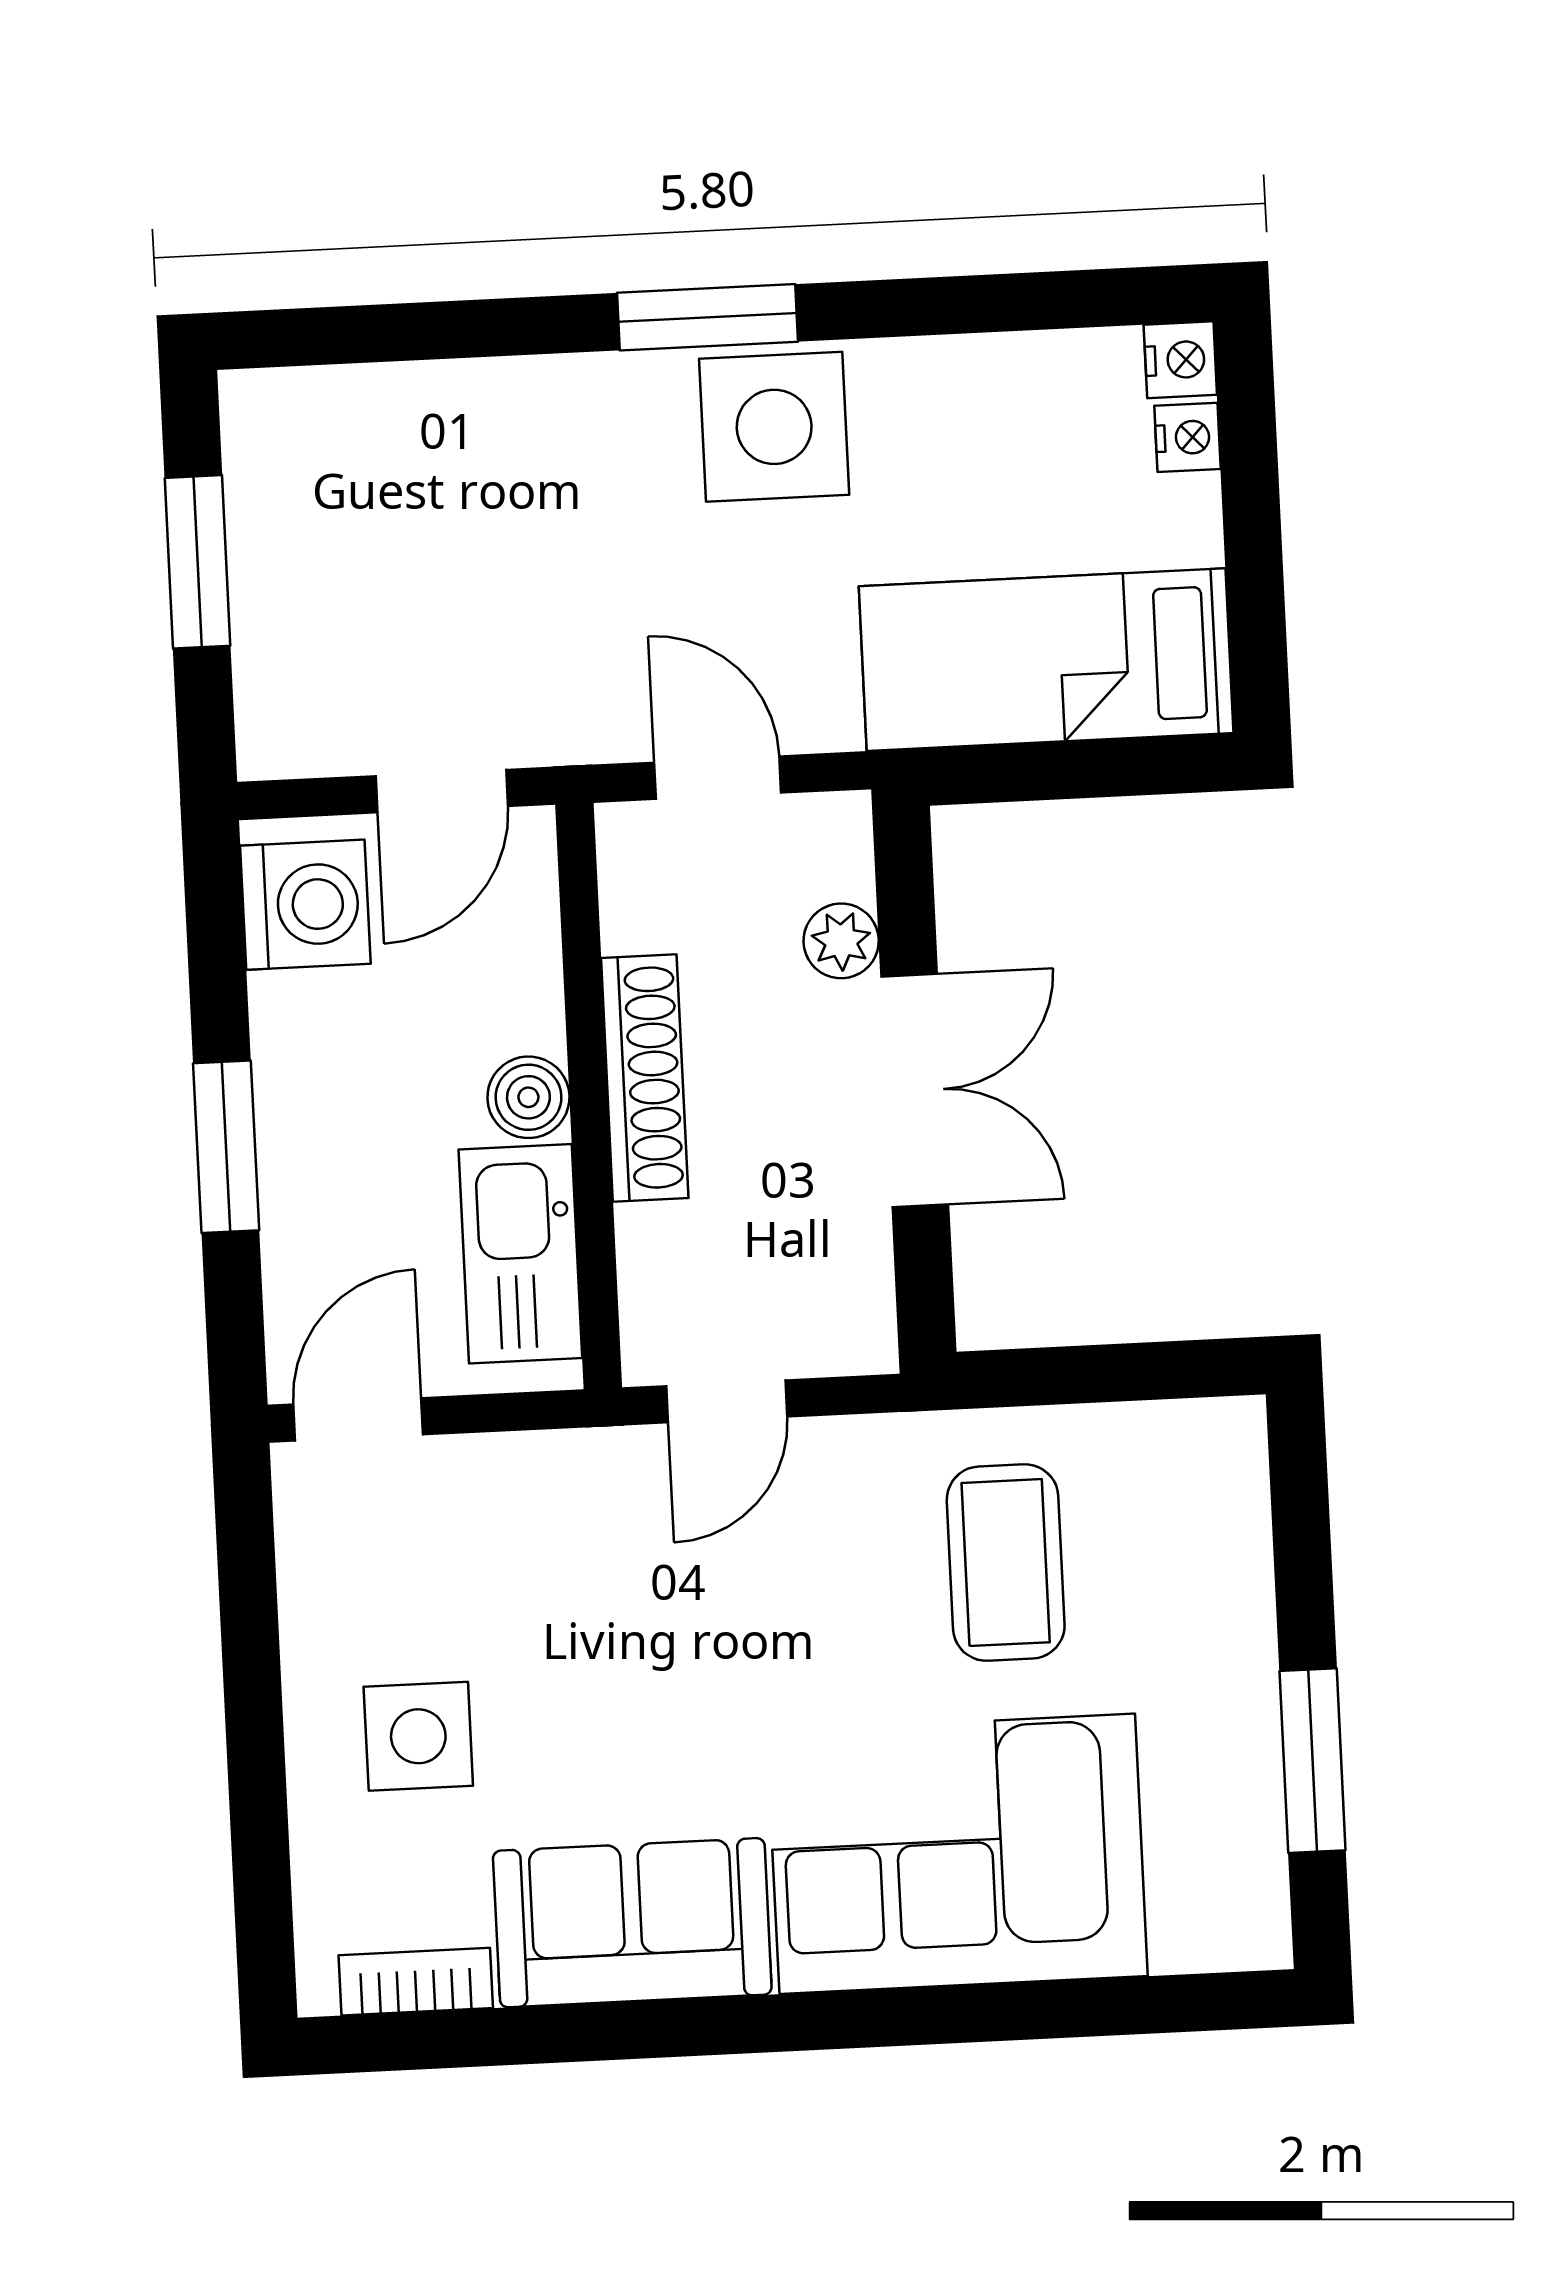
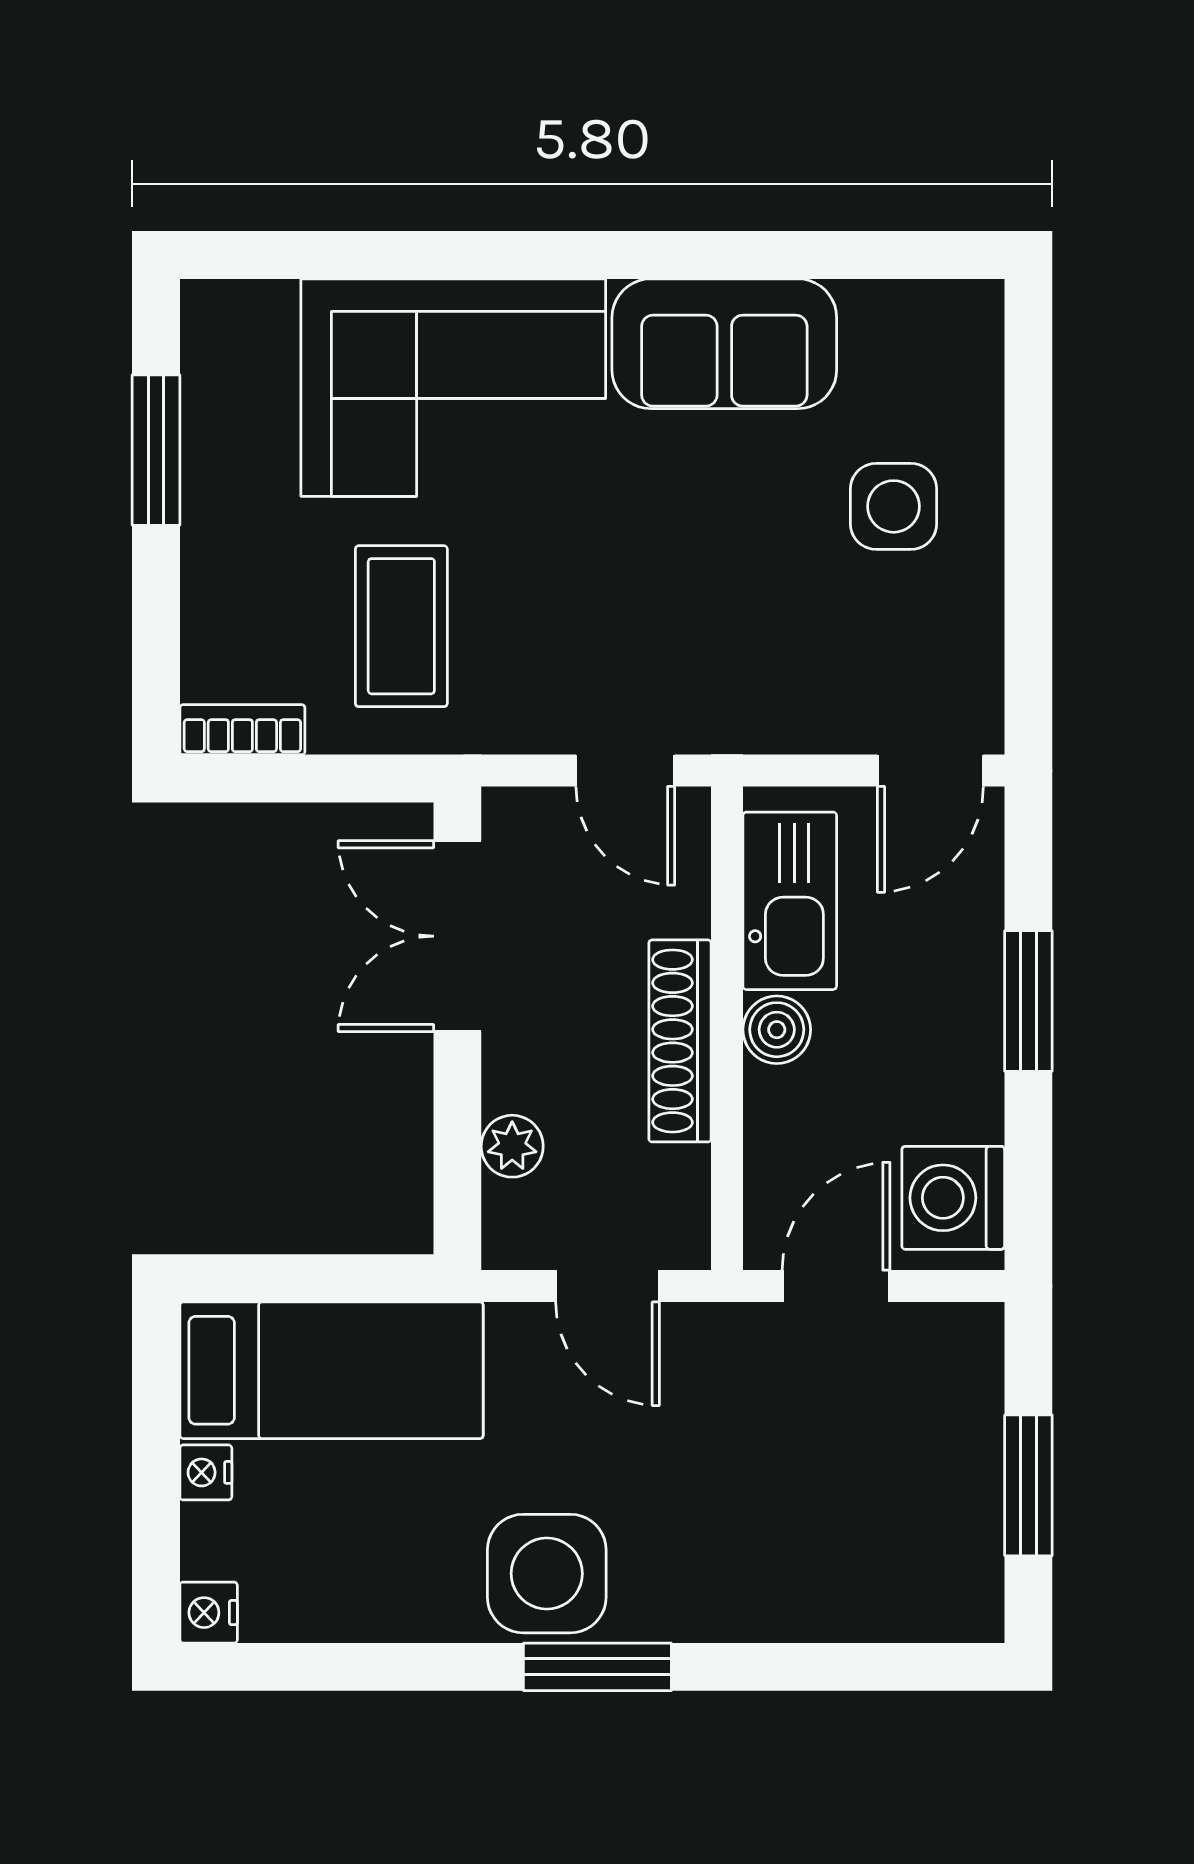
nightstand: (1187, 437) -> (206, 1472), moved
double door: (915, 1090) -> (457, 936), moved
door: (727, 1401) -> (625, 771), swing flipped
bookcase: (416, 1982) -> (242, 730), moved, turned 180

